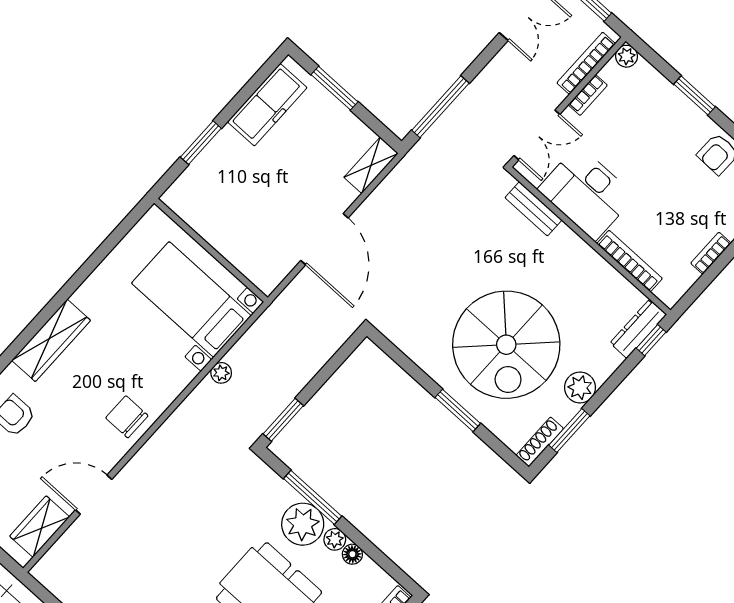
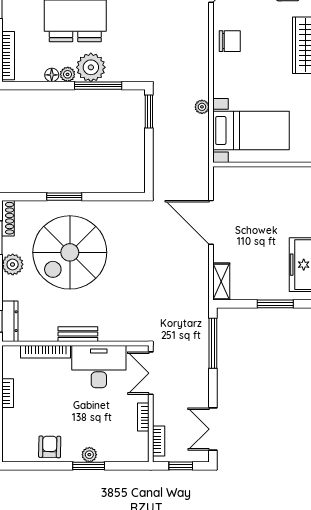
plant: (627, 56) -> (89, 455), moved
bookcase: (586, 63) -> (159, 441), width x0.64
bench: (533, 209) -> (78, 334), moved
spiral stairs: (506, 345) -> (70, 252), turned -90

